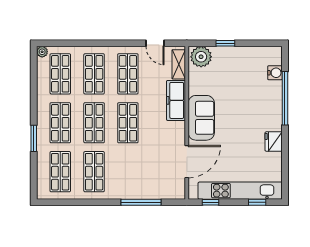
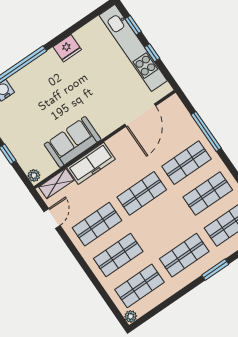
plant: (201, 57) -> (34, 175), width x0.53, depth x0.53
sofa: (201, 118) -> (73, 142), moved
shop shelf: (94, 123) -> (186, 163), moved
door: (187, 162) -> (140, 115), swing flipped
window: (211, 202) -> (152, 53), moved

